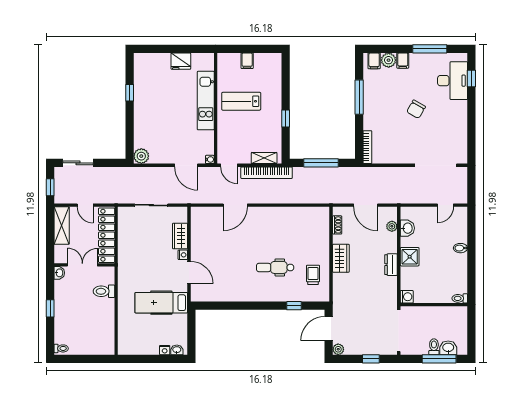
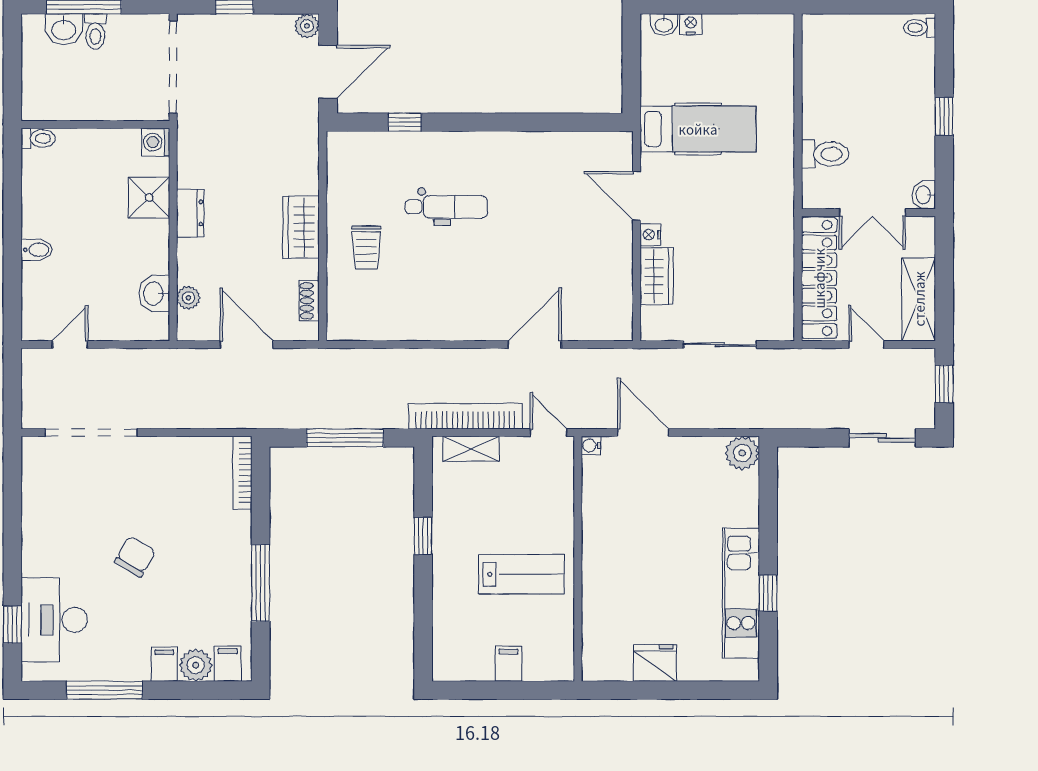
kitchen unit: (206, 101) -> (741, 593), moved, turned 180
shower: (410, 257) -> (149, 198), moved
trolley: (313, 275) -> (366, 247), moved

